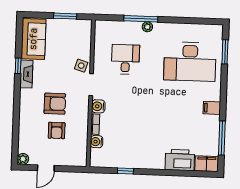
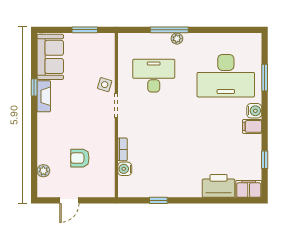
window: (225, 52) -> (265, 78), moved
desk: (125, 59) -> (154, 76), width x1.37
armchair: (55, 104) -> (77, 128), removed
water cooler: (98, 106) -> (254, 111), moved, turned 180
armchair: (57, 130) -> (80, 158), turned 90
window: (222, 138) -> (265, 160), width x0.46
plant: (23, 159) -> (43, 171), moved

